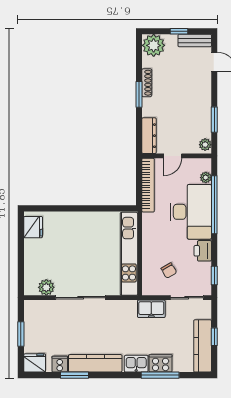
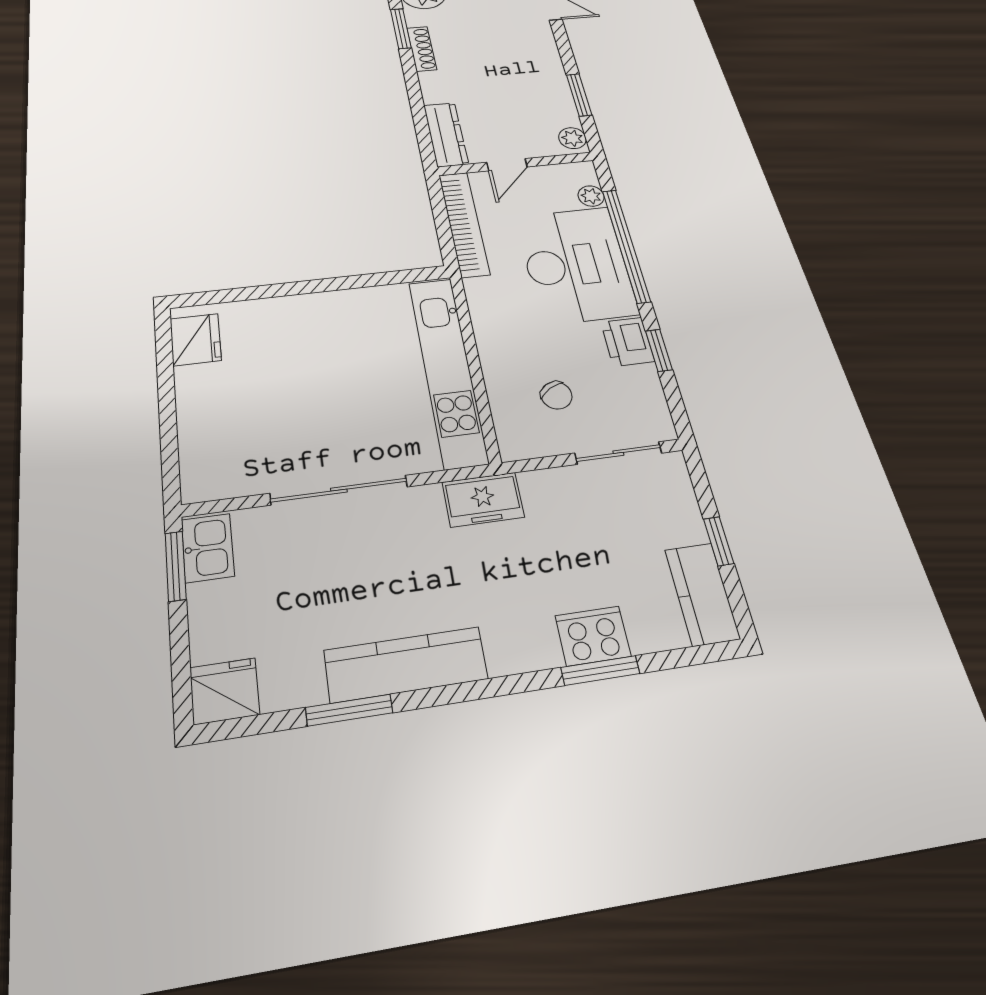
window: (139, 94) -> (401, 29), moved
window: (214, 276) -> (659, 350), moved
plant: (46, 287) -> (242, 477), removed
freezer: (151, 309) -> (483, 500), moved
window: (21, 334) -> (176, 566), moved
kitchen counter: (203, 346) -> (702, 594), width x0.67
cooker: (60, 364) -> (301, 683), removed
kitchen sink: (136, 364) -> (208, 548), moved, turned 90
window: (160, 375) -> (600, 671), width x0.69

